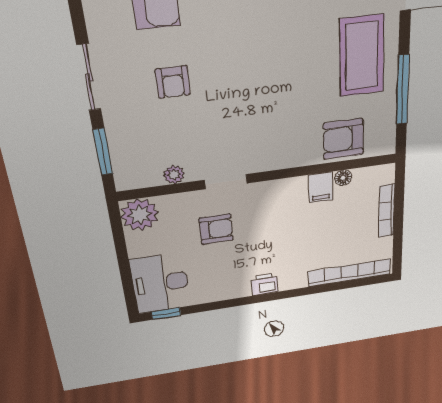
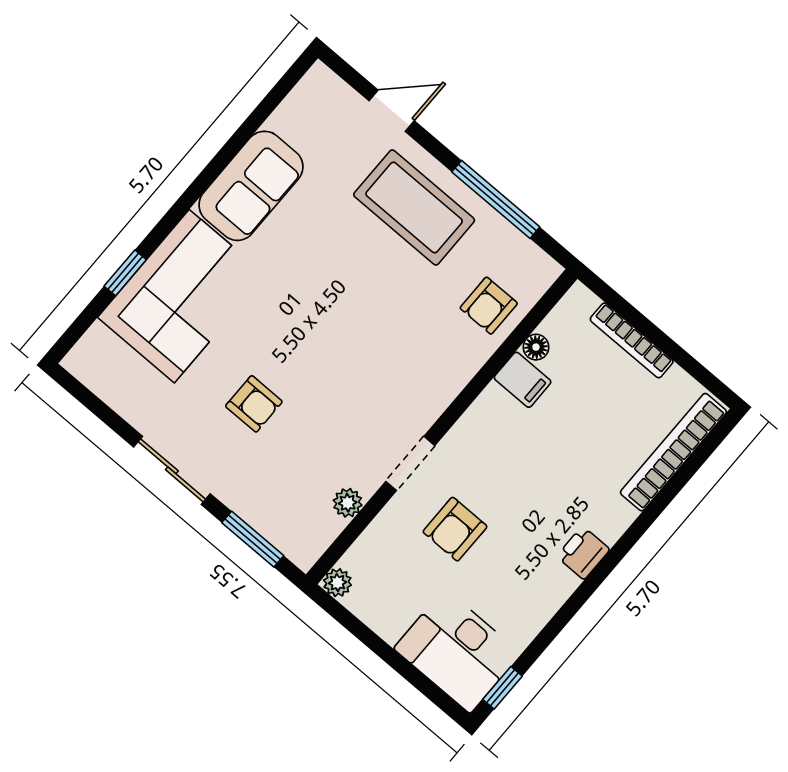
armchair: (343, 139) -> (489, 306), width x0.72, depth x0.72
plant: (140, 215) -> (337, 583), width x0.53, depth x0.53
armchair: (216, 229) -> (455, 529), turned 180

